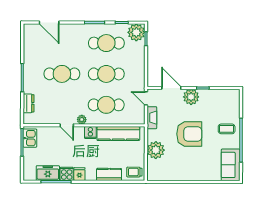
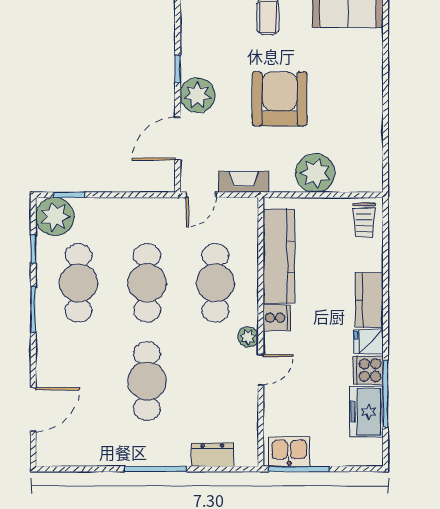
kitchen counter: (109, 174) -> (369, 300), moved

